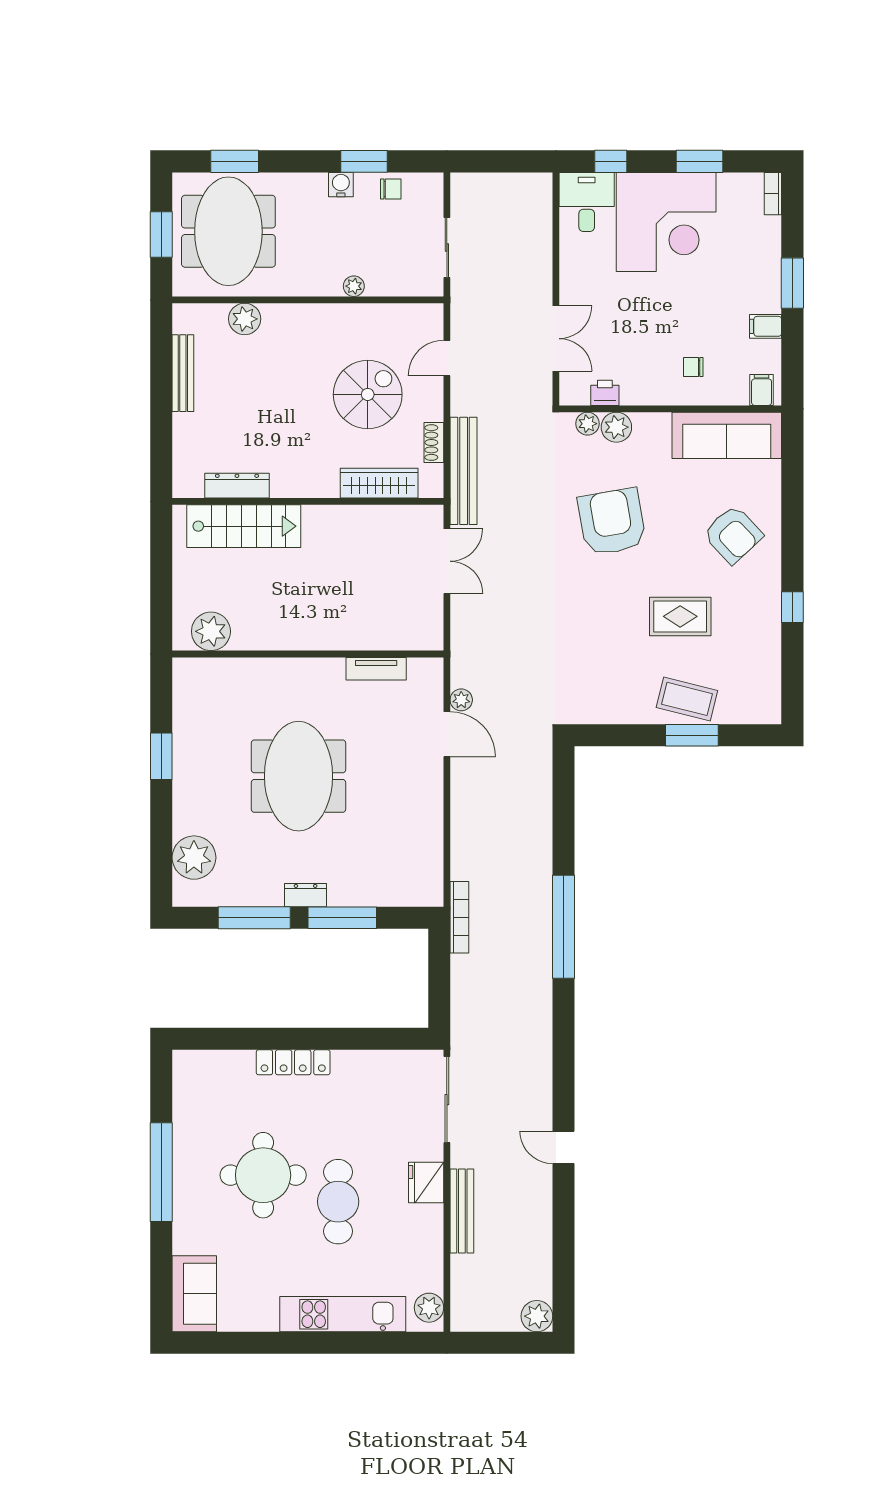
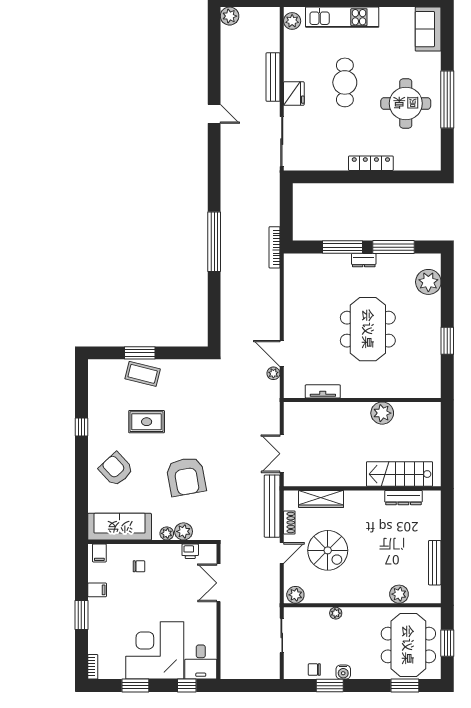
plant: (423, 318) -> (295, 595), added
door: (447, 358) -> (282, 553), moved
spiral stairs: (368, 394) -> (328, 550), turned -90
plant: (587, 424) -> (167, 533), moved
plant: (211, 631) -> (382, 413), moved
round table: (263, 1175) -> (406, 103), moved

